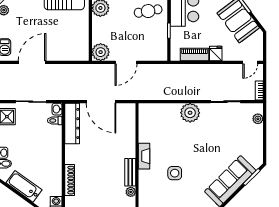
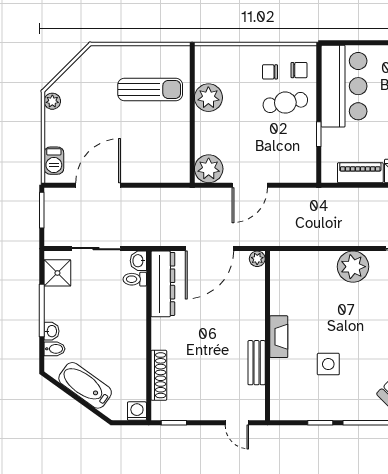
door: (101, 102) -> (209, 249), hinge flipped
plant: (131, 192) -> (257, 259), moved

